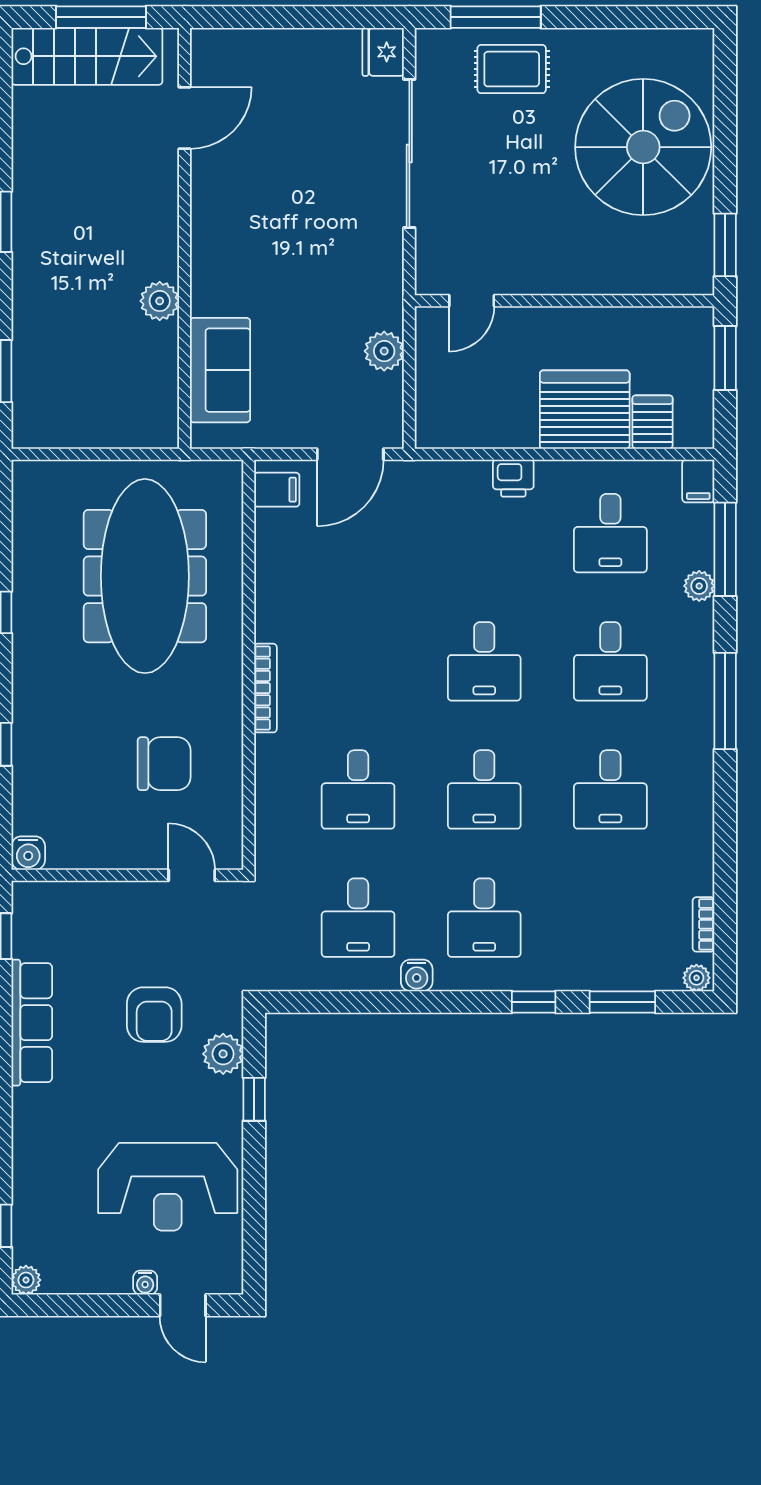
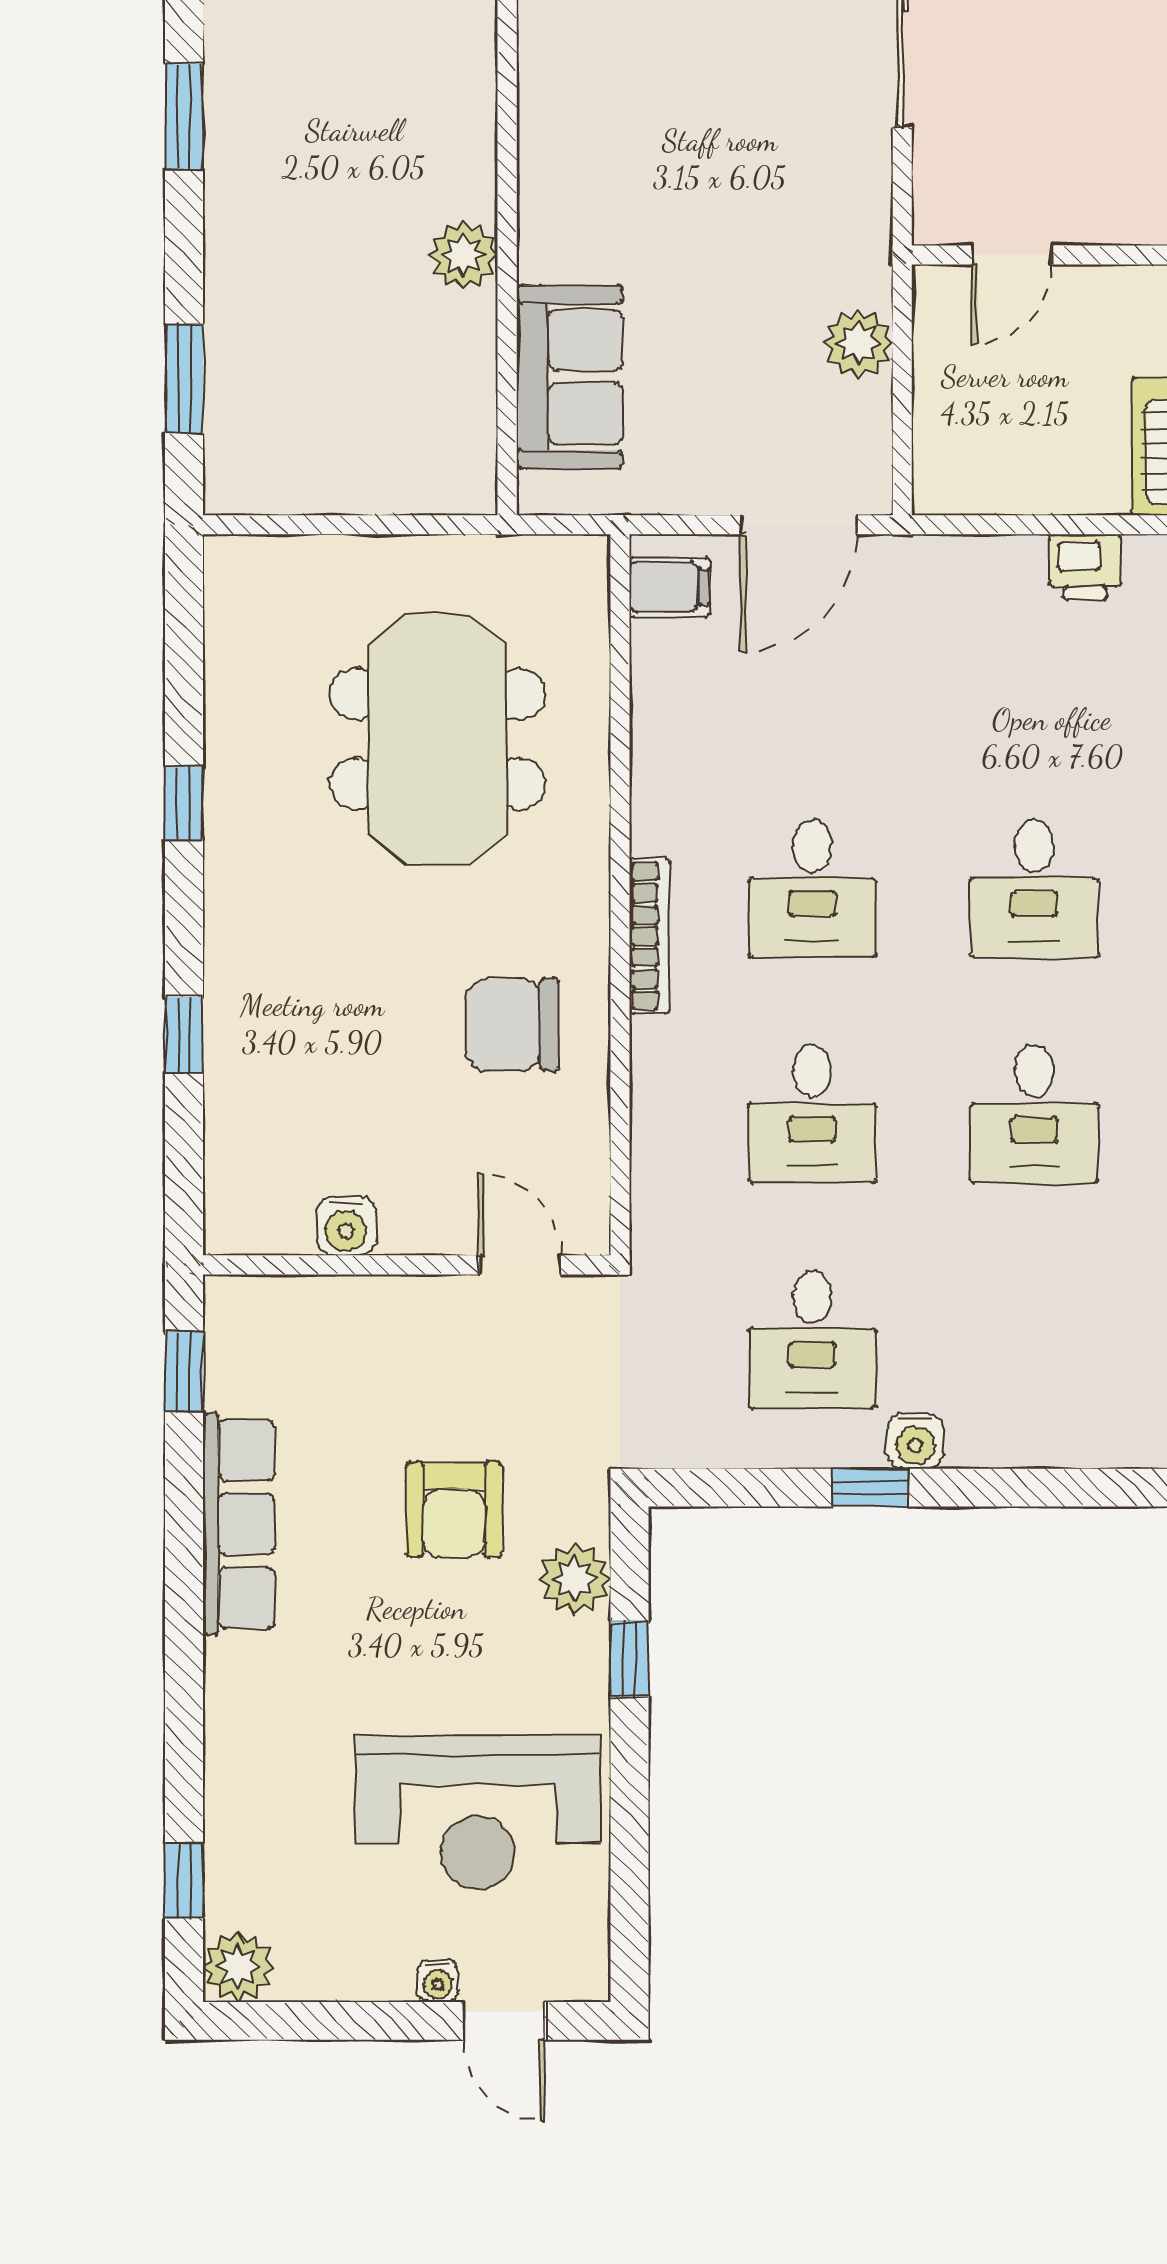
meeting table: (145, 576) -> (437, 739), width x0.73
chair: (164, 764) -> (512, 1025), moved, turned 180
water cooler: (28, 853) -> (346, 1226), moved
desk: (484, 918) -> (812, 889), moved
window: (534, 1002) -> (870, 1488), moved
plant: (26, 1280) -> (238, 1967), width x1.38, depth x1.38

